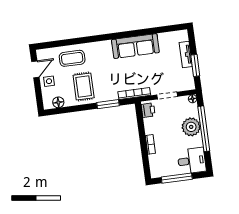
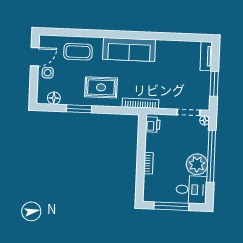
sofa: (135, 46) -> (129, 50), moved
tv unit: (186, 55) -> (206, 56), moved
rug: (84, 87) -> (101, 87), moved, turned 90
doorway: (167, 96) -> (188, 112), moved
window: (108, 104) -> (79, 109), moved
plant: (191, 127) -> (197, 164), moved

